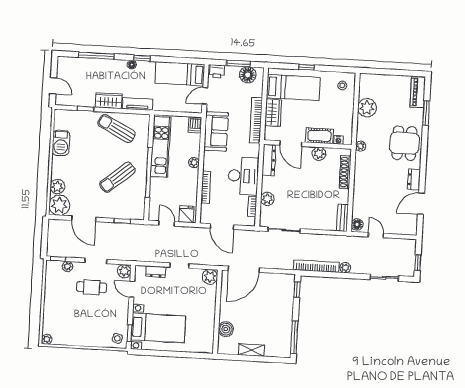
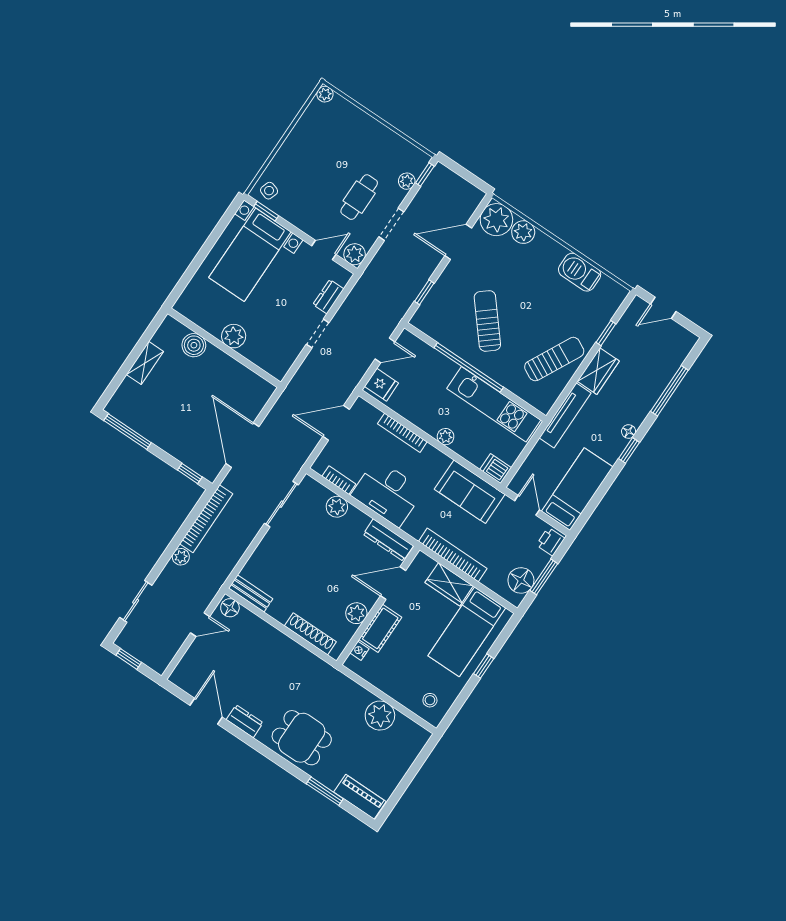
tv unit: (137, 104) -> (565, 415), width x1.41
plant: (361, 146) -> (333, 676), removed
door: (244, 269) -> (242, 445), moved
plant: (210, 277) -> (234, 336), moved

